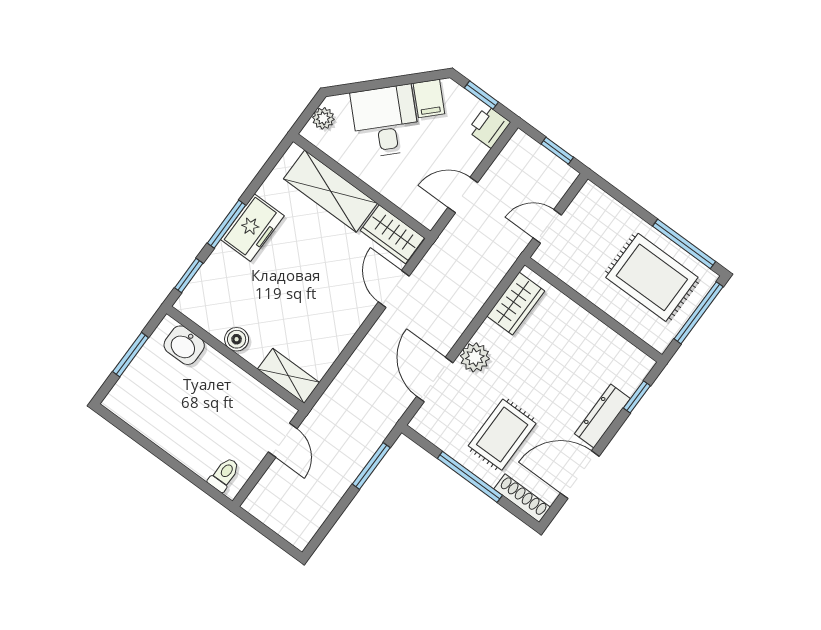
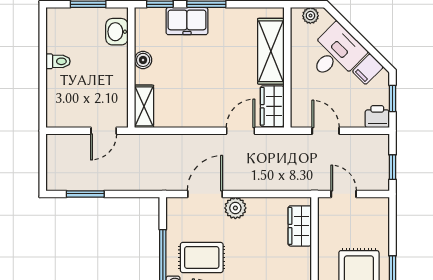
freezer: (252, 228) -> (187, 21), moved
wardrobe: (516, 303) -> (300, 226), moved, turned 90
window: (371, 466) -> (85, 194), moved
toilet: (224, 475) -> (58, 61), moved

